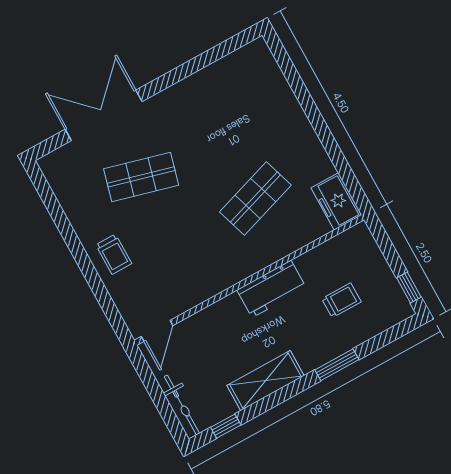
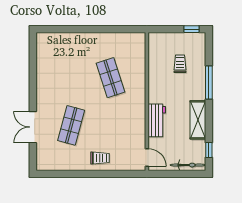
double door: (104, 115) -> (33, 127), width x0.73
freezer: (336, 201) -> (133, 41), removed
workbench: (271, 289) -> (157, 120), moved
window: (337, 365) -> (209, 83), width x1.44

